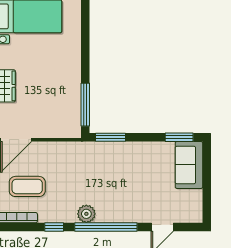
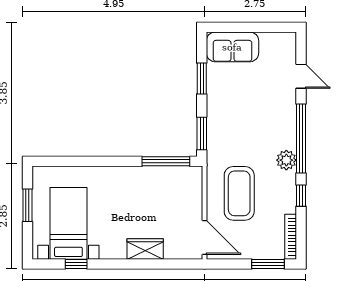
window: (179, 137) -> (202, 79), moved
coffee table: (27, 186) -> (239, 193), moved, width x1.36, depth x1.32

